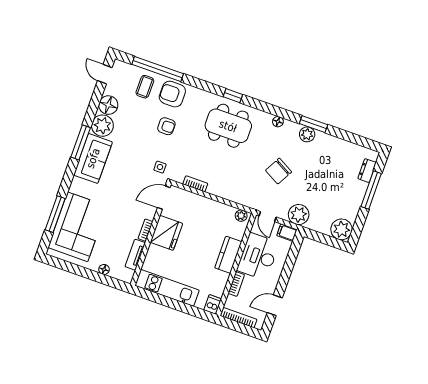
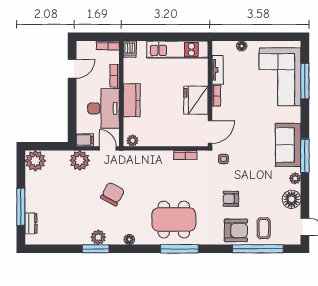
window: (233, 96) -> (179, 249), width x2.17
plant: (102, 126) -> (295, 178), width x0.53, depth x0.53
bookcase: (239, 318) -> (108, 45), width x0.64

